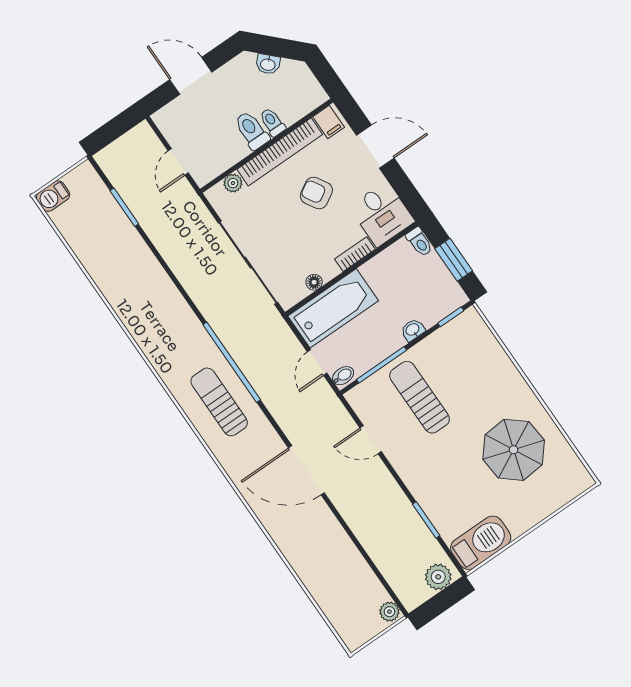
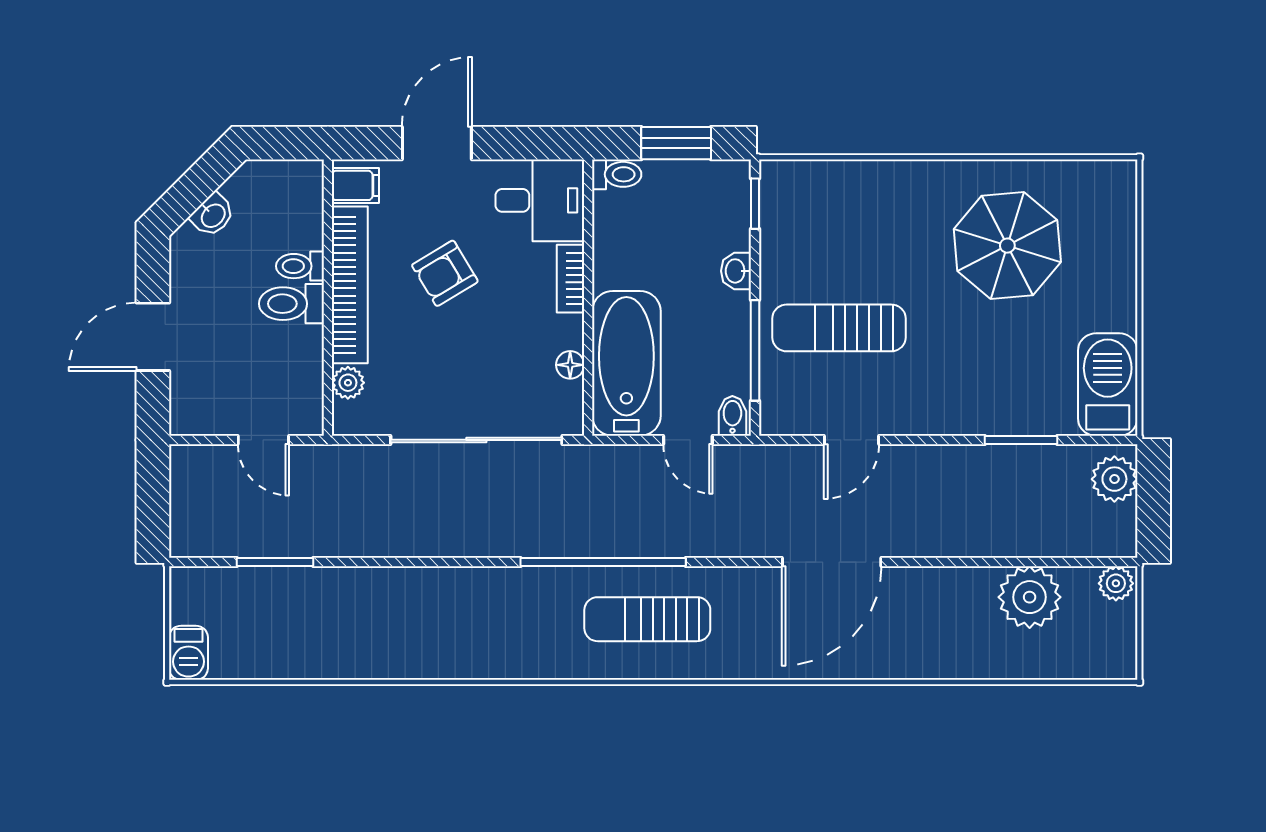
plant: (355, 575) -> (1030, 597), added

